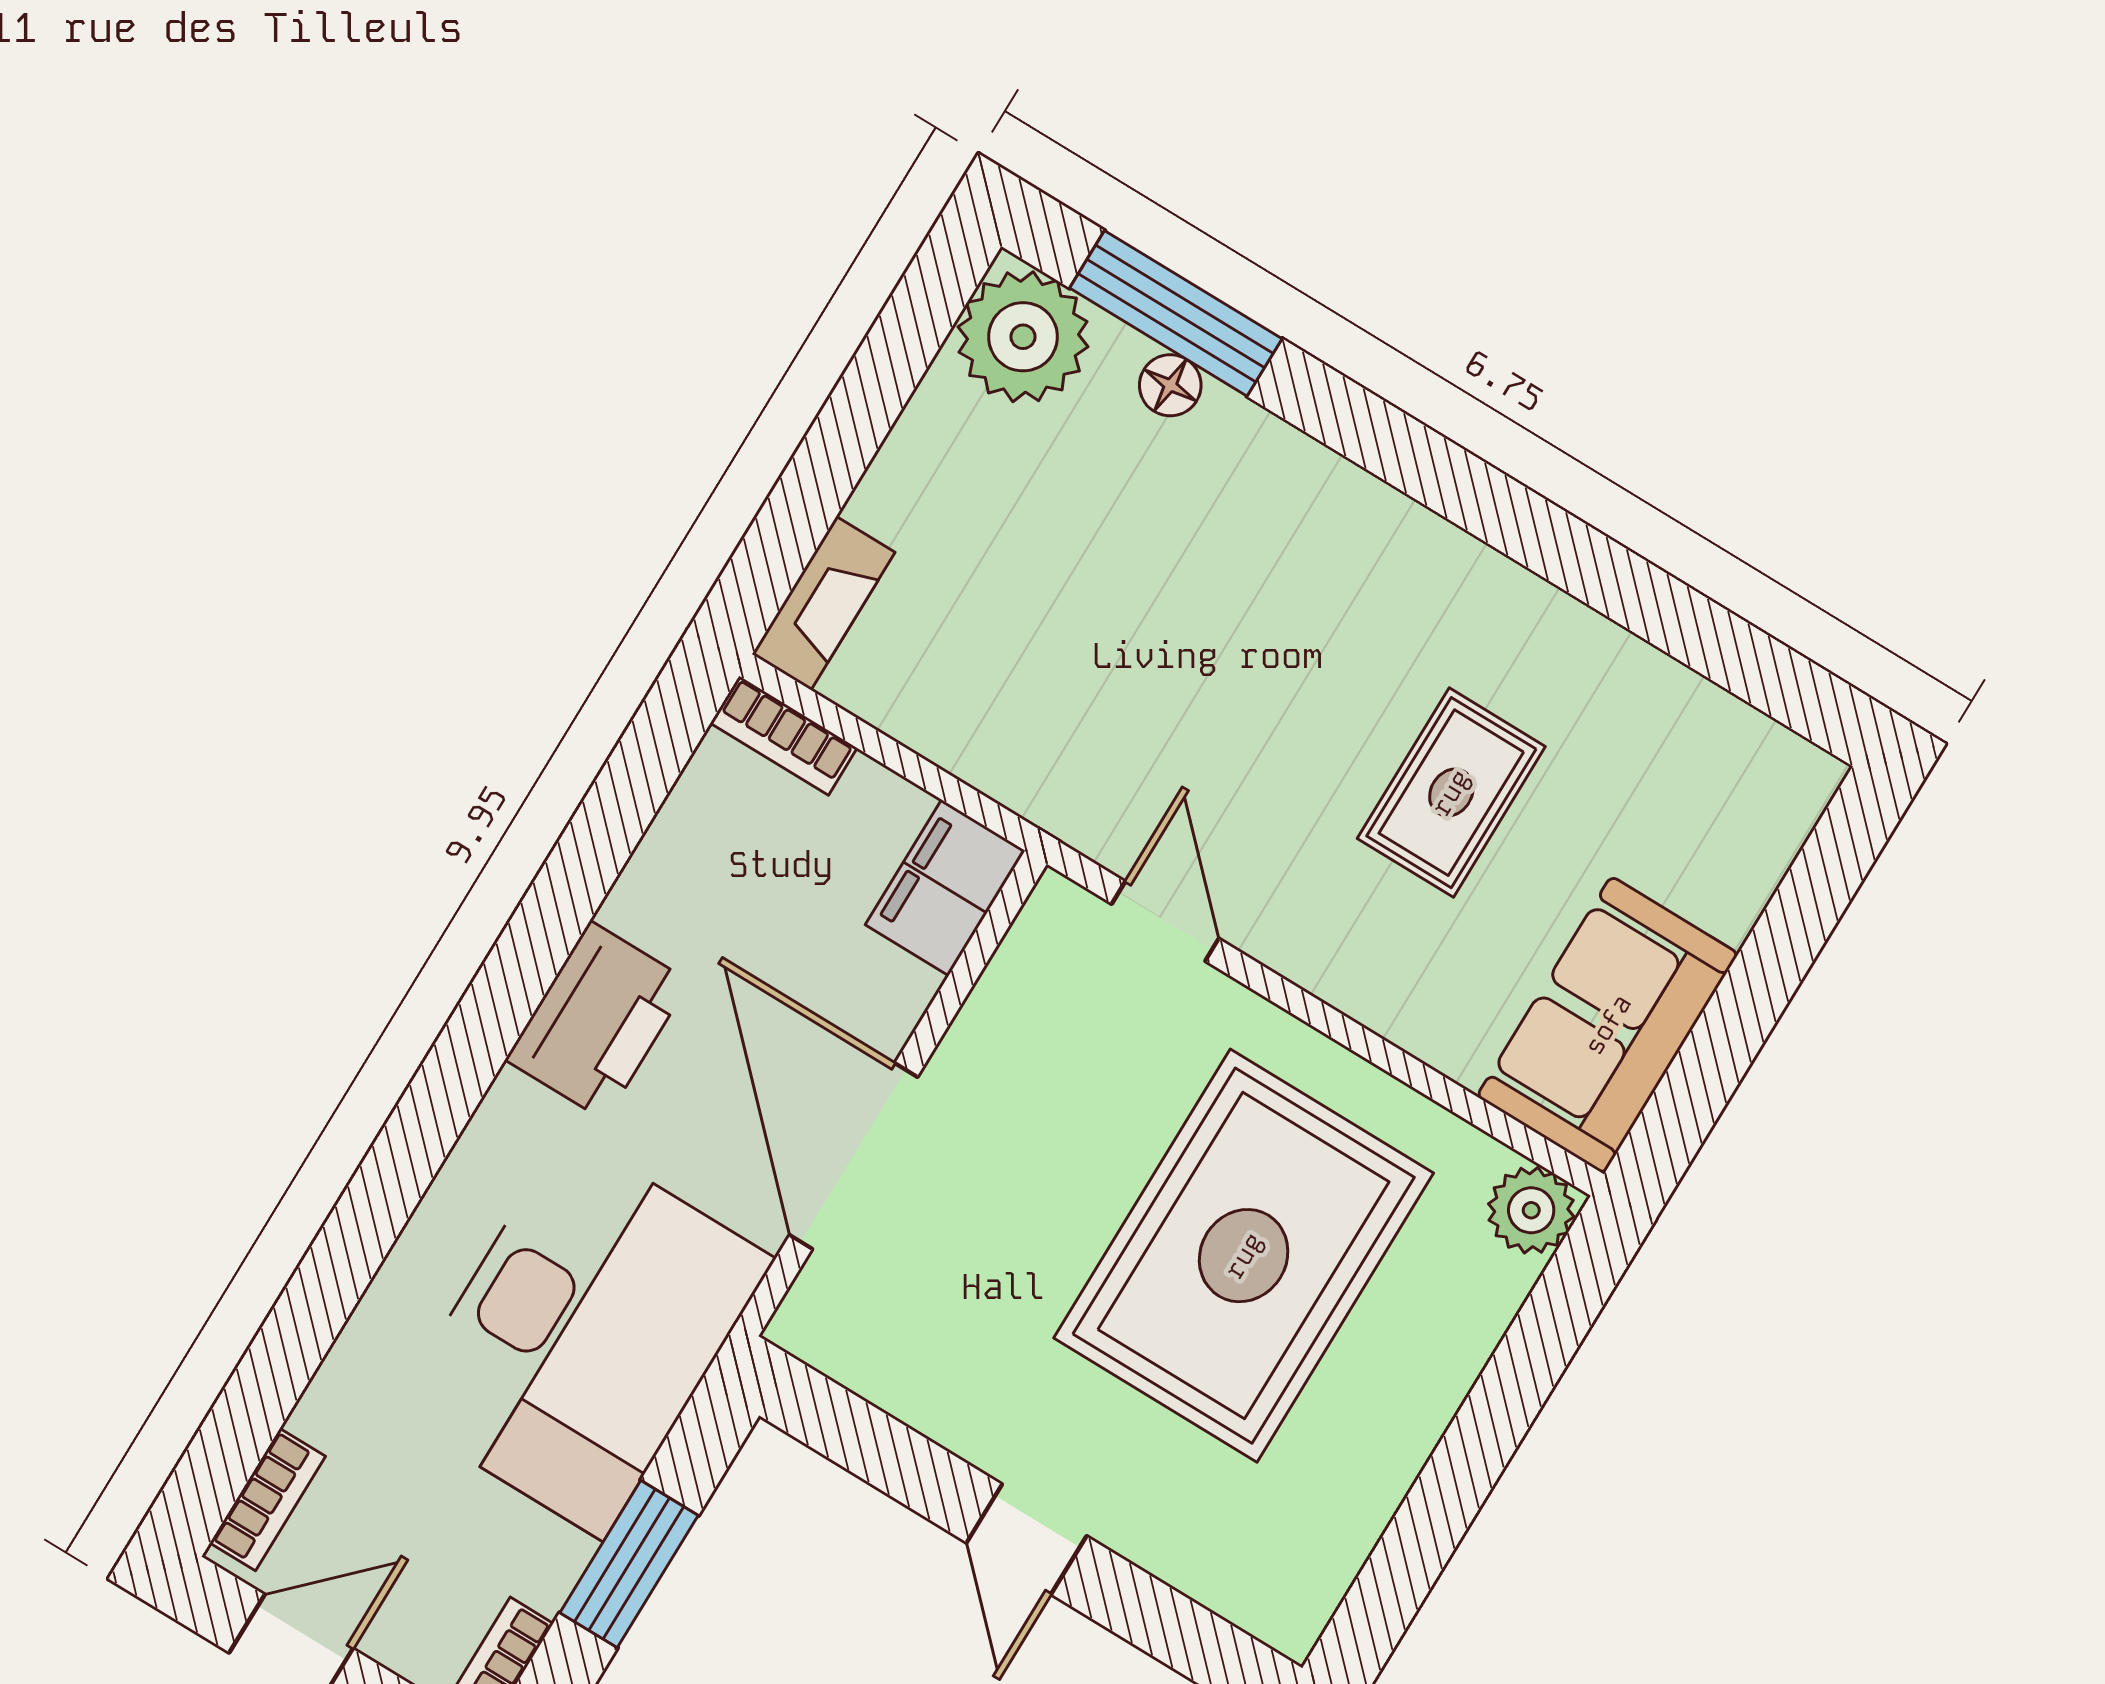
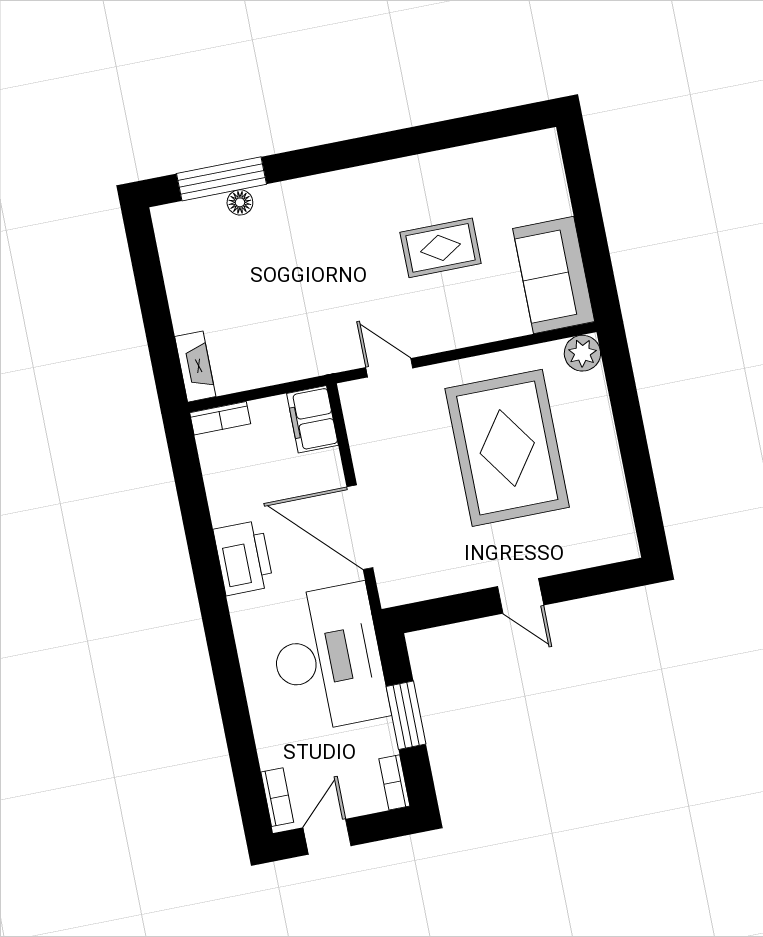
plant: (1023, 337) -> (181, 229), removed
rug: (1451, 793) -> (441, 248), turned 90

